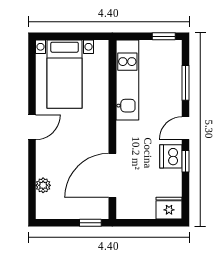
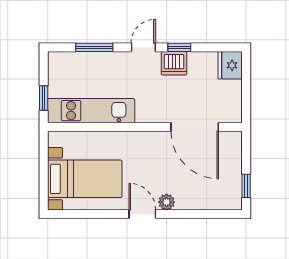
window: (164, 36) -> (44, 98), moved
door: (185, 128) -> (143, 47), swing flipped
plant: (43, 185) -> (167, 202), moved
window: (90, 223) -> (246, 186), moved

